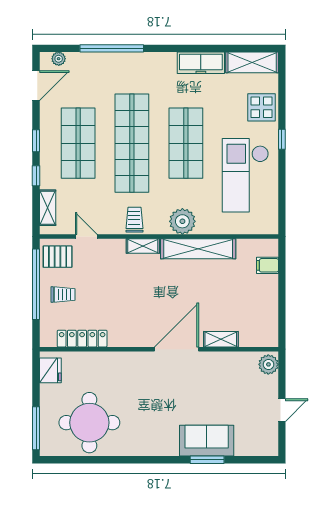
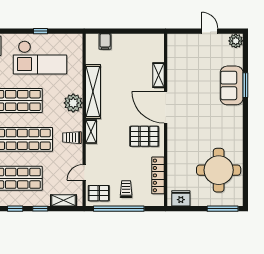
window: (282, 139) -> (40, 31), moved
pallet: (58, 257) -> (99, 193), turned 90
pallet: (136, 320) -> (144, 136), added
plant: (268, 364) -> (236, 41), moved

